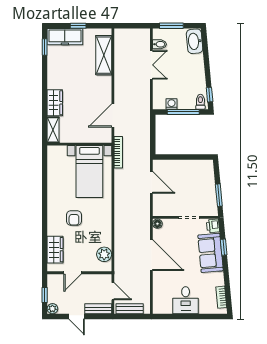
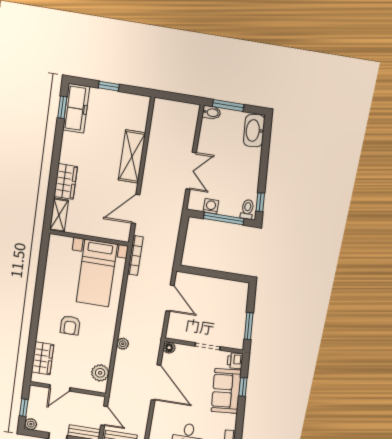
freezer: (65, 37) -> (76, 108), moved, turned -90
bidet: (160, 44) -> (211, 113), moved
shelving: (104, 55) -> (132, 157), moved
double door: (151, 65) -> (191, 171), moved
plant: (119, 226) -> (123, 344), added

